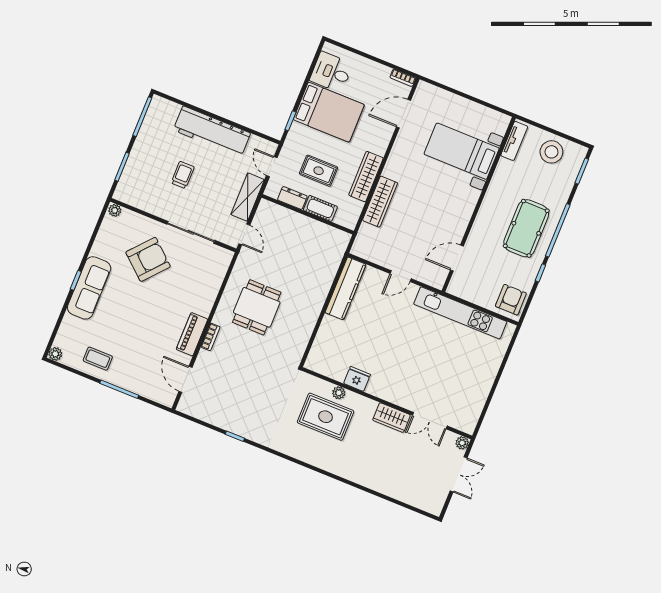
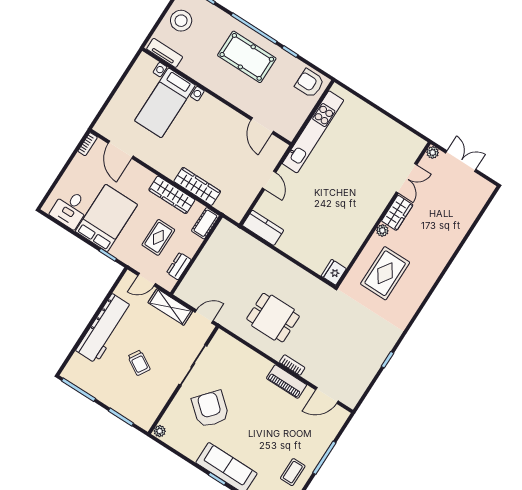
trolley: (183, 175) -> (139, 363), turned -149
cot: (320, 208) -> (205, 223), moved
kitchen counter: (346, 288) -> (263, 228), width x0.67
fridge: (357, 379) -> (334, 272), moved
plant: (339, 393) -> (382, 231), moved

